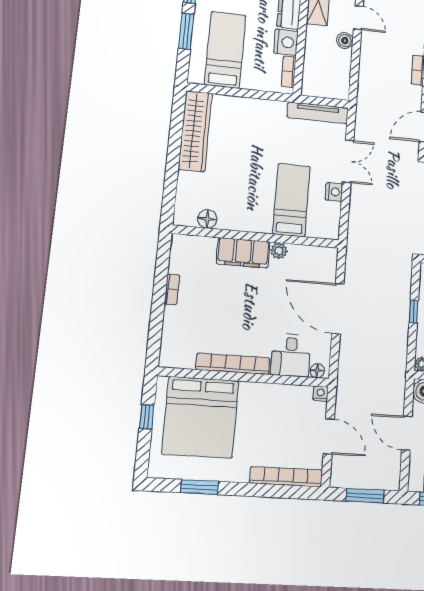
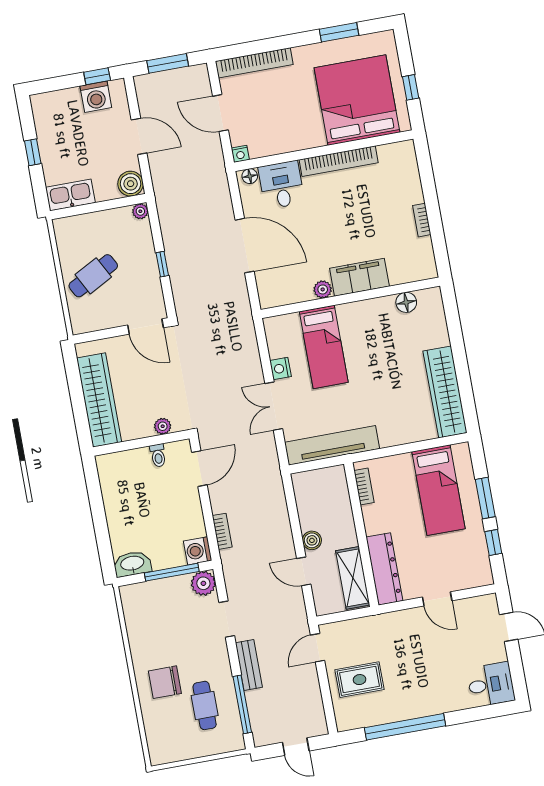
nightstand: (286, 42) -> (376, 519), removed
tv unit: (318, 113) -> (332, 445), width x1.36, depth x1.29

